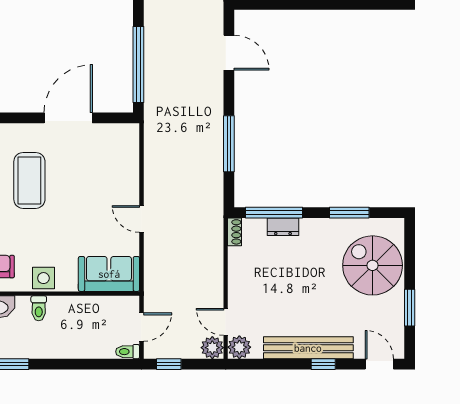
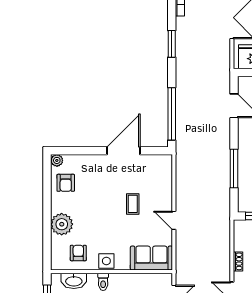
coffee table: (29, 180) -> (133, 204), moved, width x0.54, depth x0.58
shoe rack: (235, 232) -> (238, 261), moved

